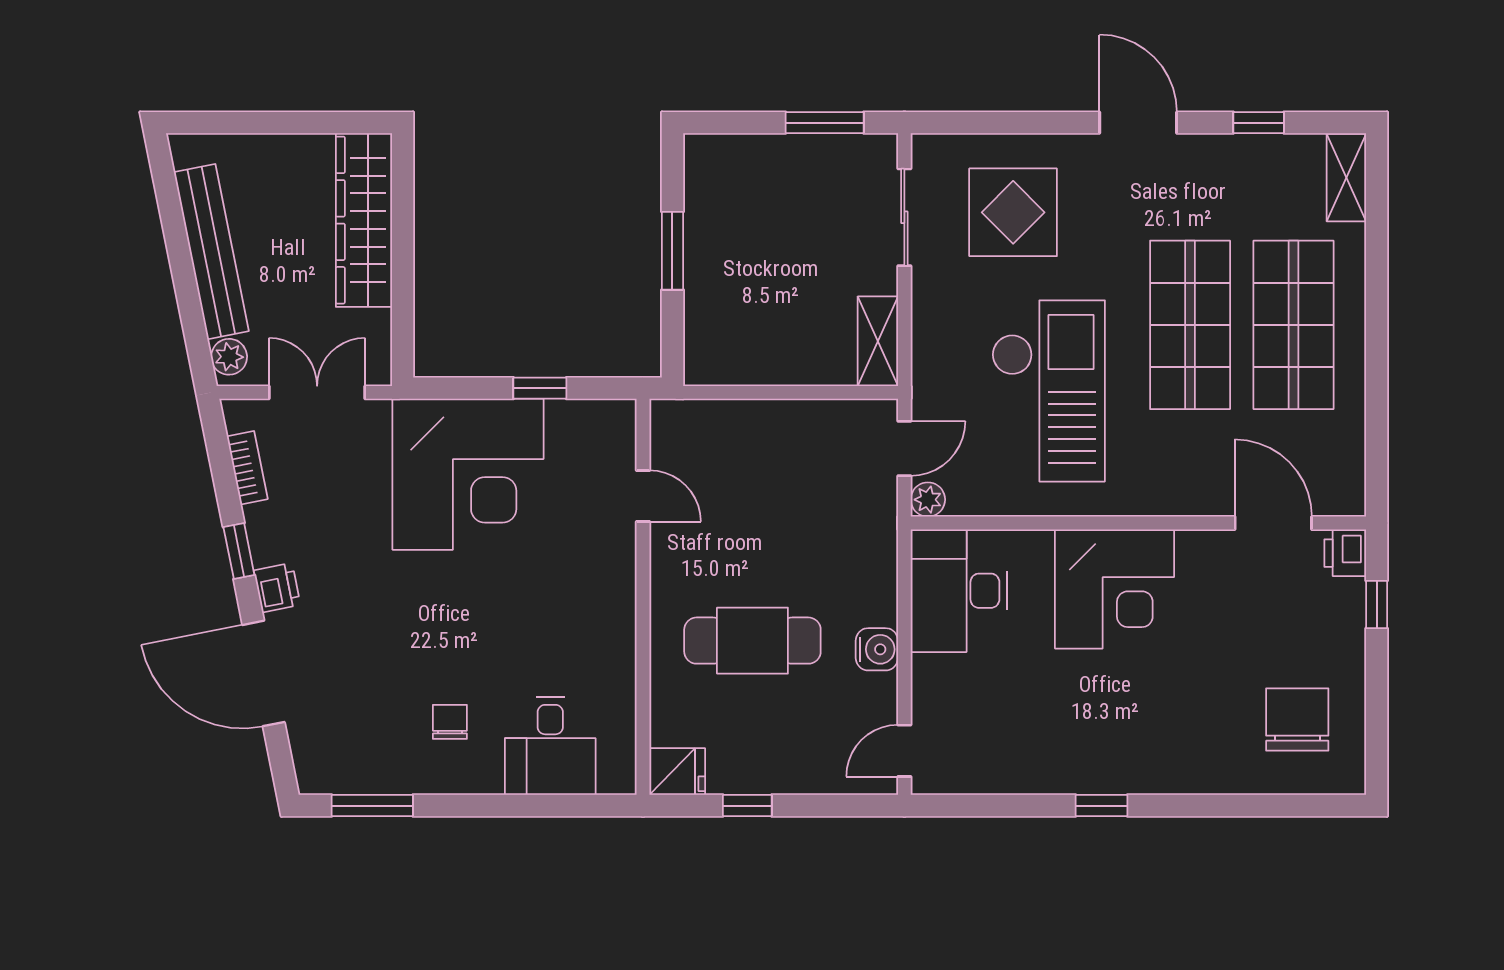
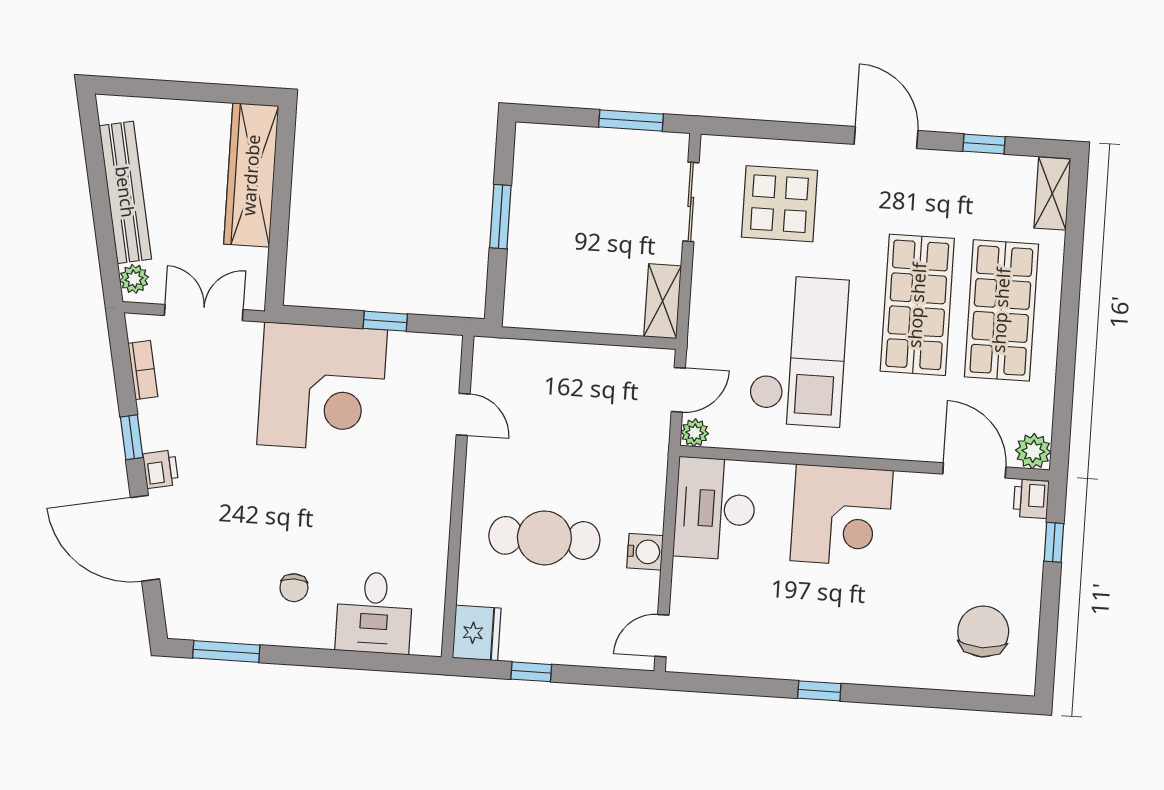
plant: (1344, 495) -> (1033, 451), added
chair: (450, 722) -> (294, 588), turned 180
fridge: (677, 772) -> (477, 633), width x1.38

